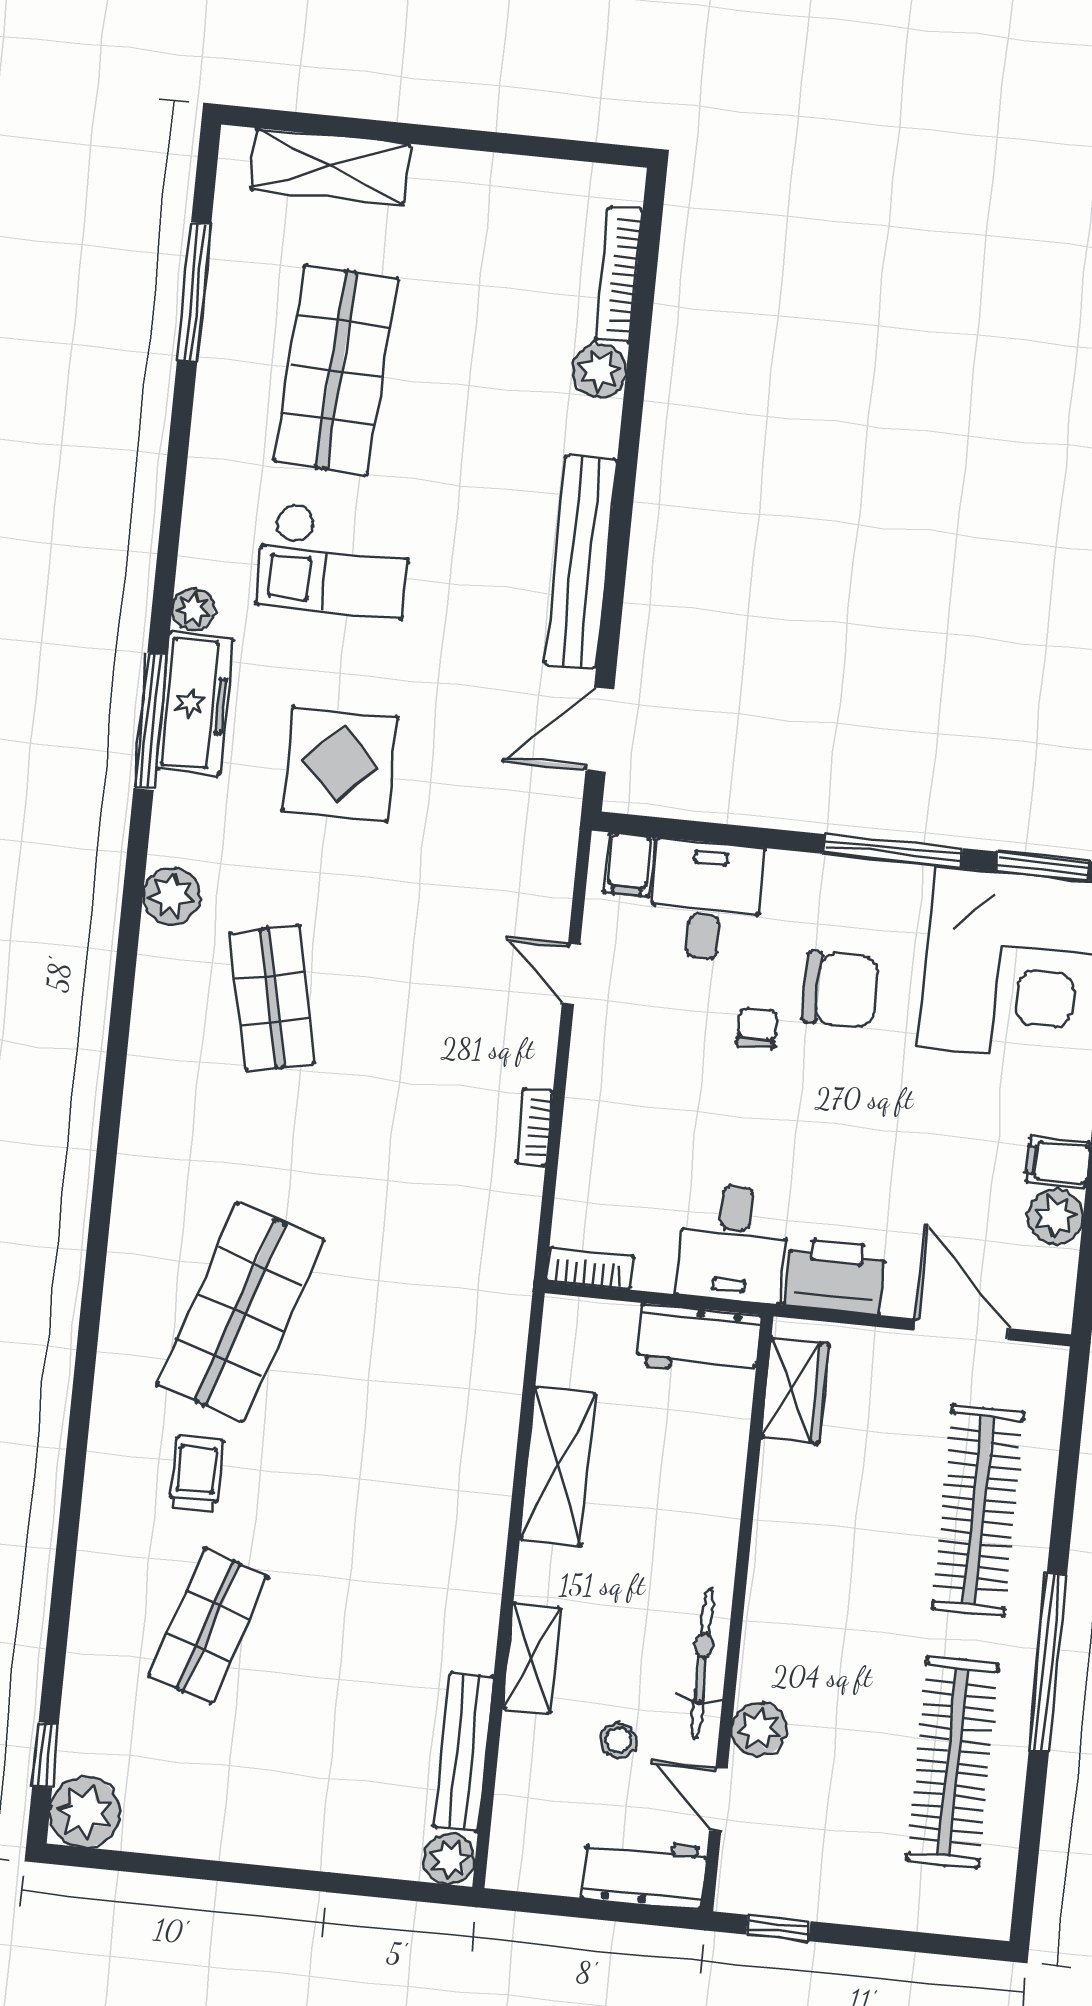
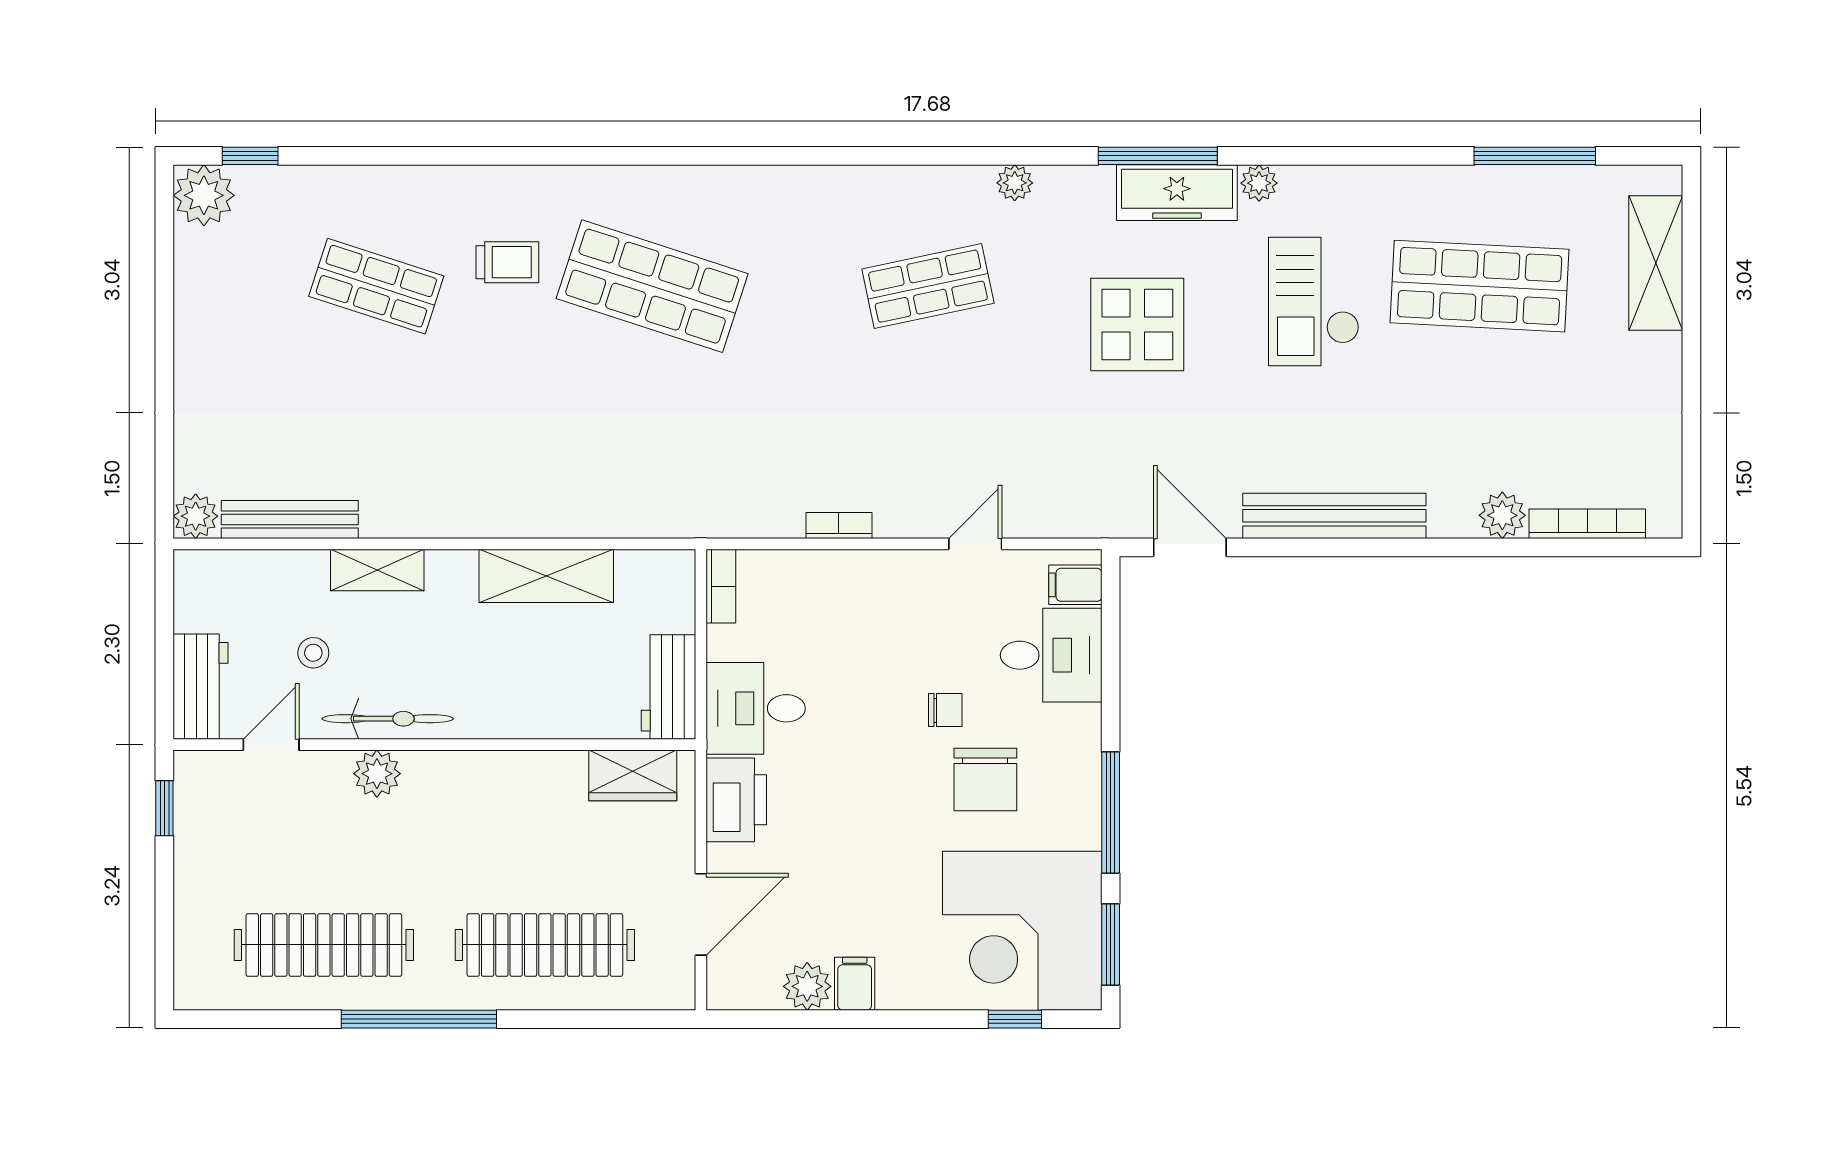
plant: (171, 896) -> (1015, 183), width x0.73, depth x0.73
plant: (759, 1729) -> (377, 774), moved

